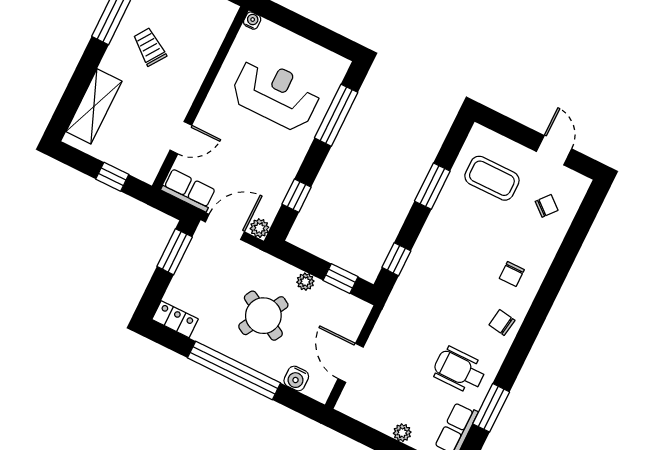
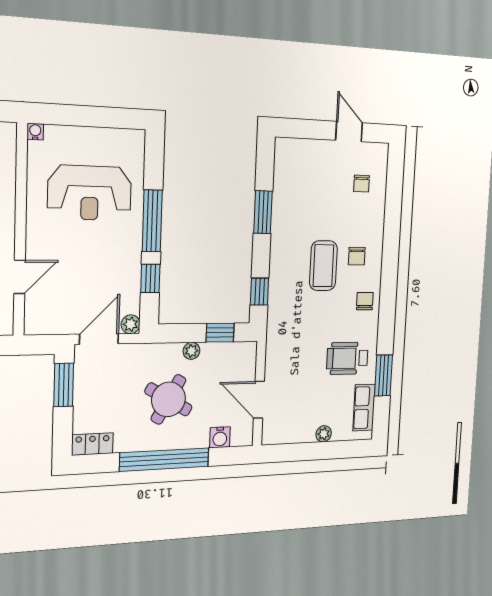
reception desk: (276, 94) -> (90, 193), turned 180
window: (336, 115) -> (152, 221), moved
coffee table: (492, 178) -> (323, 266), moved, turned 90
row of seats: (189, 190) -> (50, 322), removed
chair: (547, 206) -> (362, 184), turned 140
chair: (502, 323) -> (365, 301), turned 81

